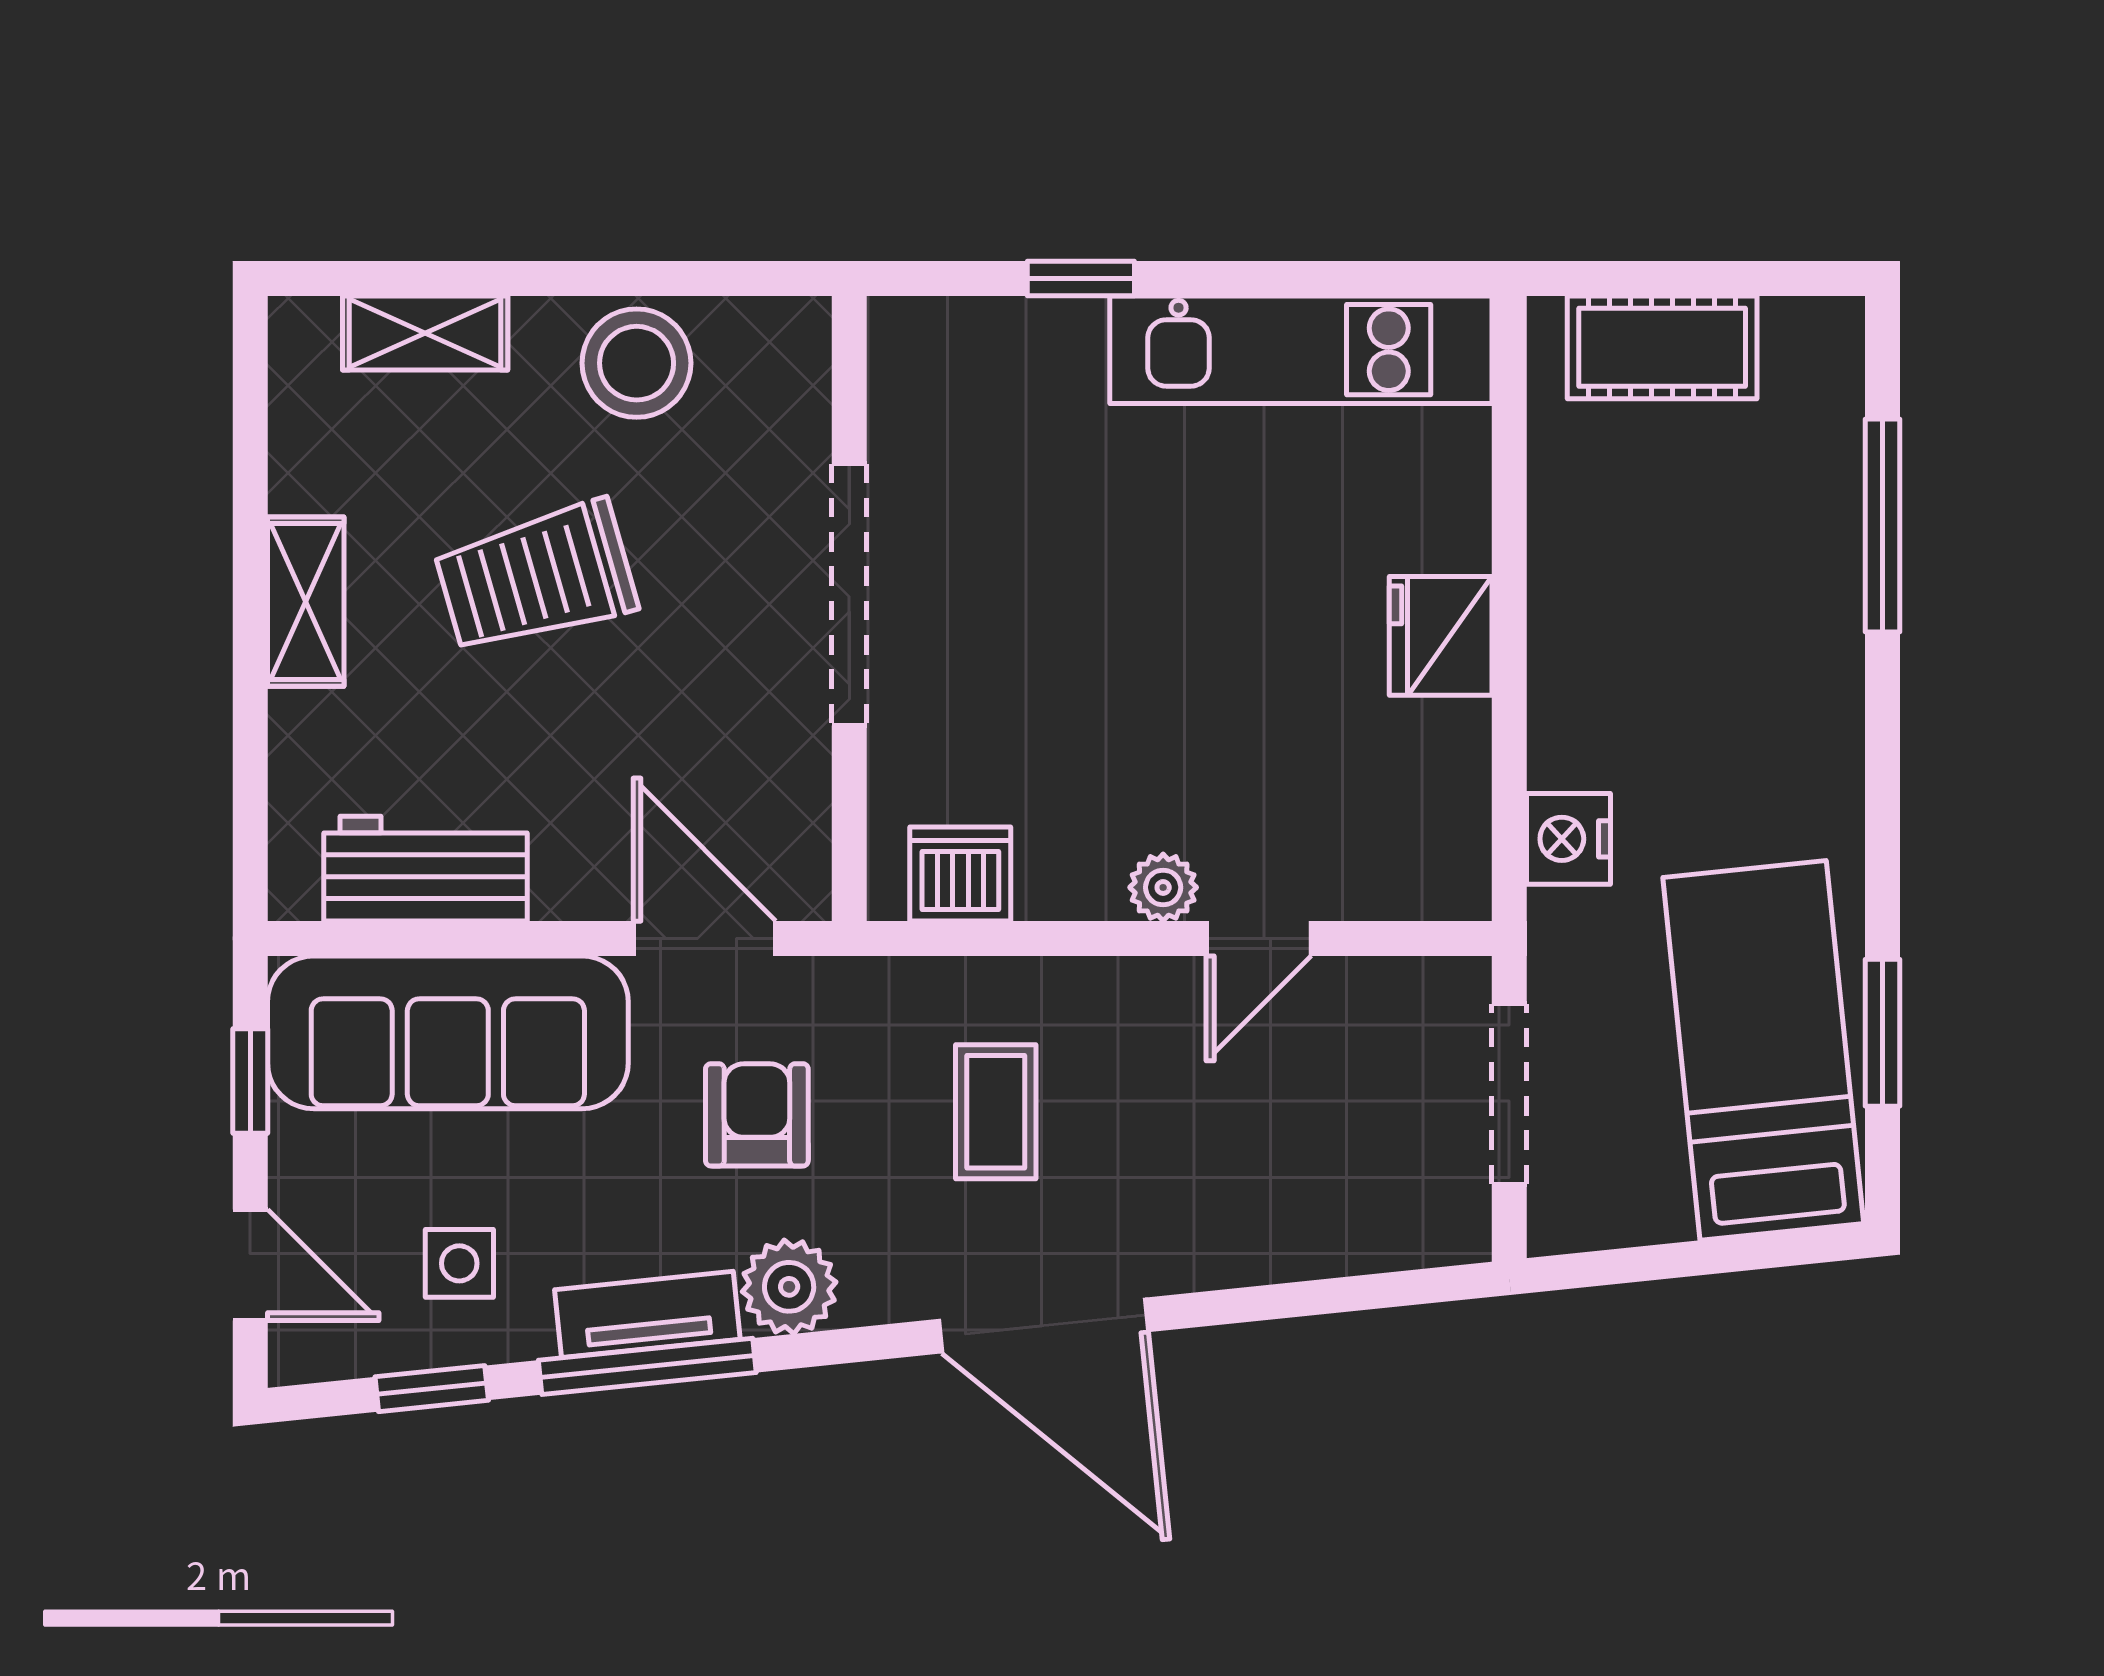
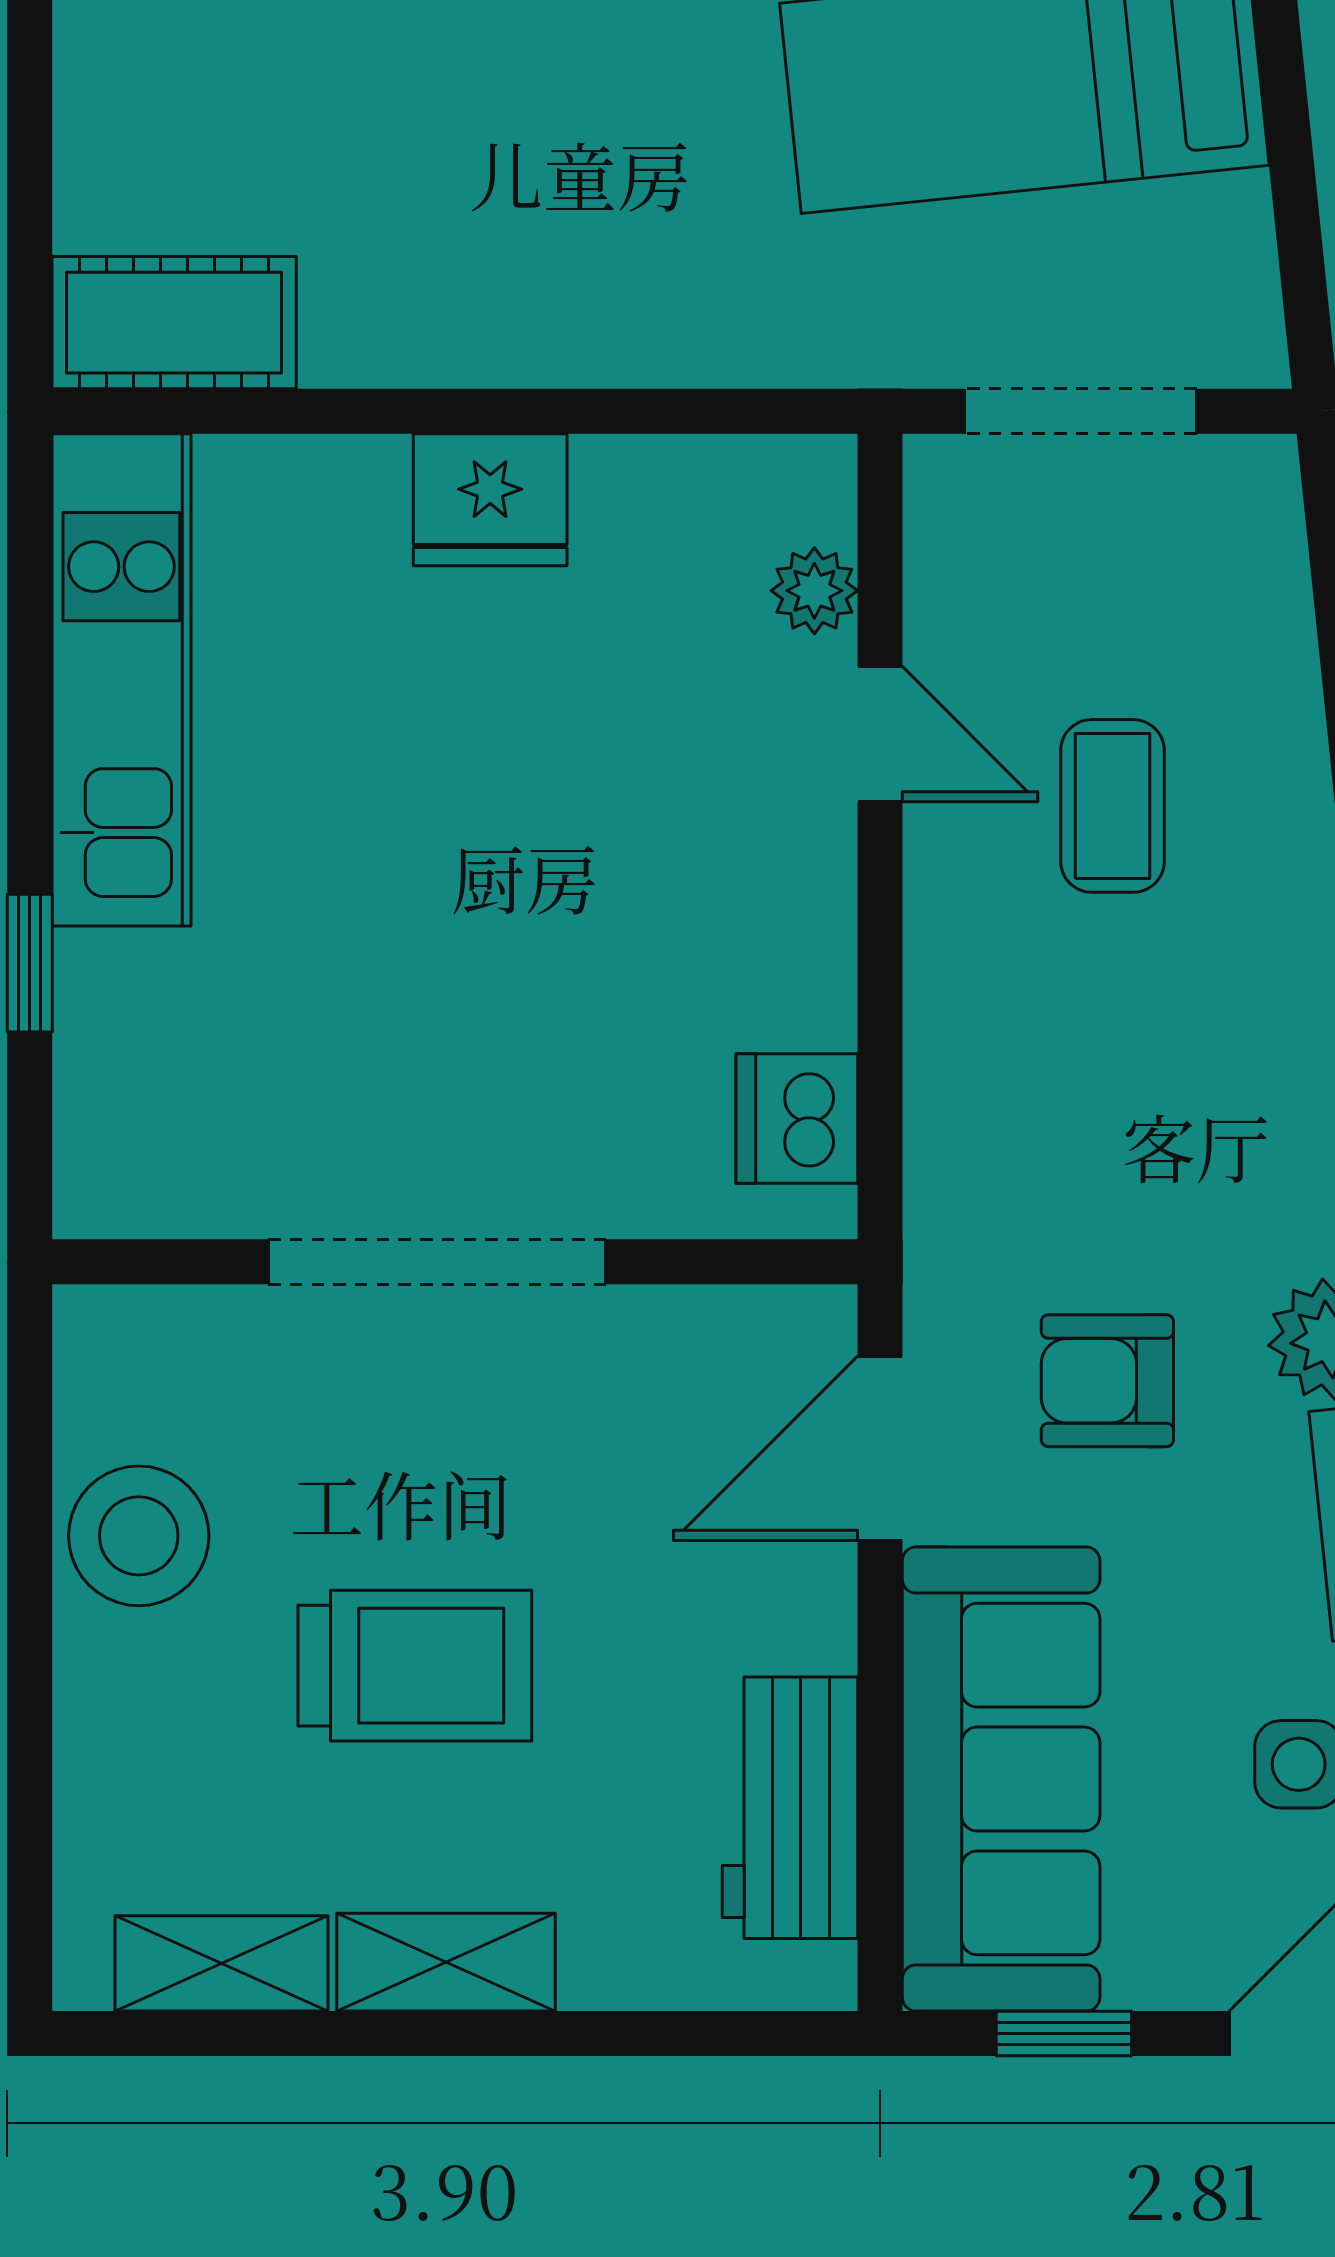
shelving: (425, 333) -> (222, 1963), moved, turned 90
cot: (1662, 347) -> (174, 323), moved, turned 90
trolley: (536, 577) -> (415, 1666), turned -74
nightstand: (1568, 839) -> (752, 335), removed
plant: (1163, 887) -> (814, 591), moved
coffee table: (996, 1112) -> (1112, 806), moved, turned 90

